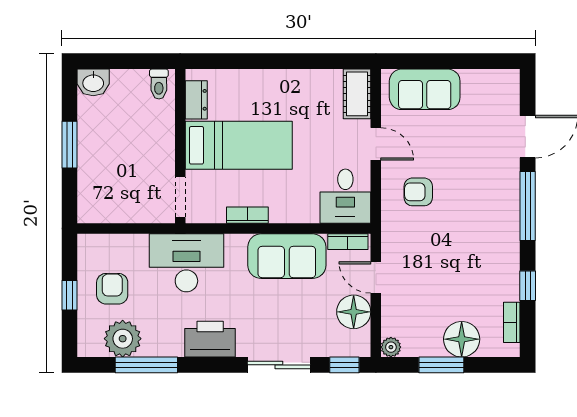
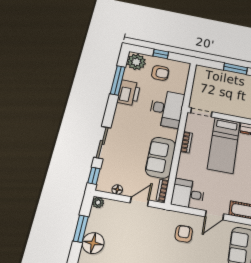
floor lamp: (354, 312) -> (117, 190), width x0.53, depth x0.53
plant: (123, 339) -> (136, 62), moved
printer: (210, 339) -> (129, 93), moved

